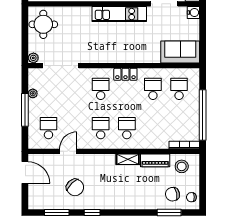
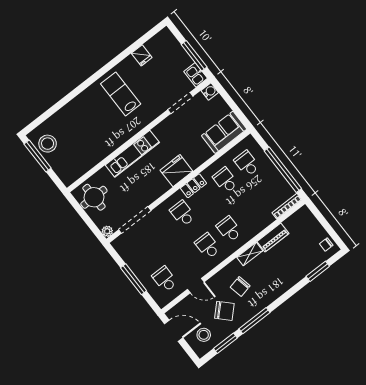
kitchen unit: (119, 14) -> (132, 154), moved
fridge: (121, 53) -> (176, 171), added
plant: (33, 93) -> (130, 261), removed
door: (68, 151) -> (196, 286), swing flipped
stool: (182, 166) -> (204, 335), moved
chair: (172, 194) -> (240, 286), moved
window: (92, 213) -> (254, 321), width x2.17

